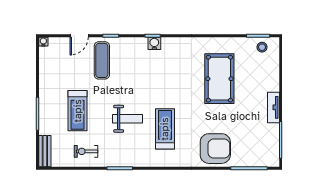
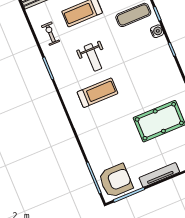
water cooler: (154, 43) -> (157, 31), moved
tv unit: (273, 107) -> (159, 175), width x1.41
armchair: (215, 149) -> (116, 181), moved, turned -90

